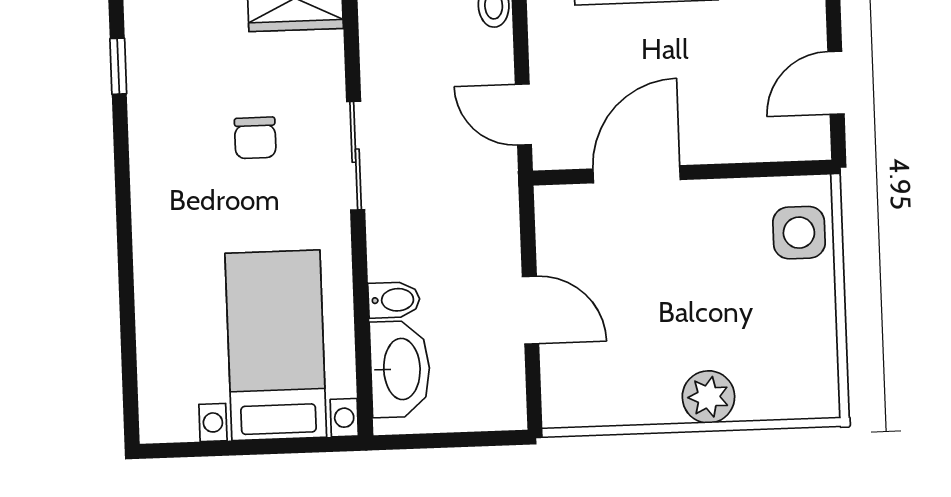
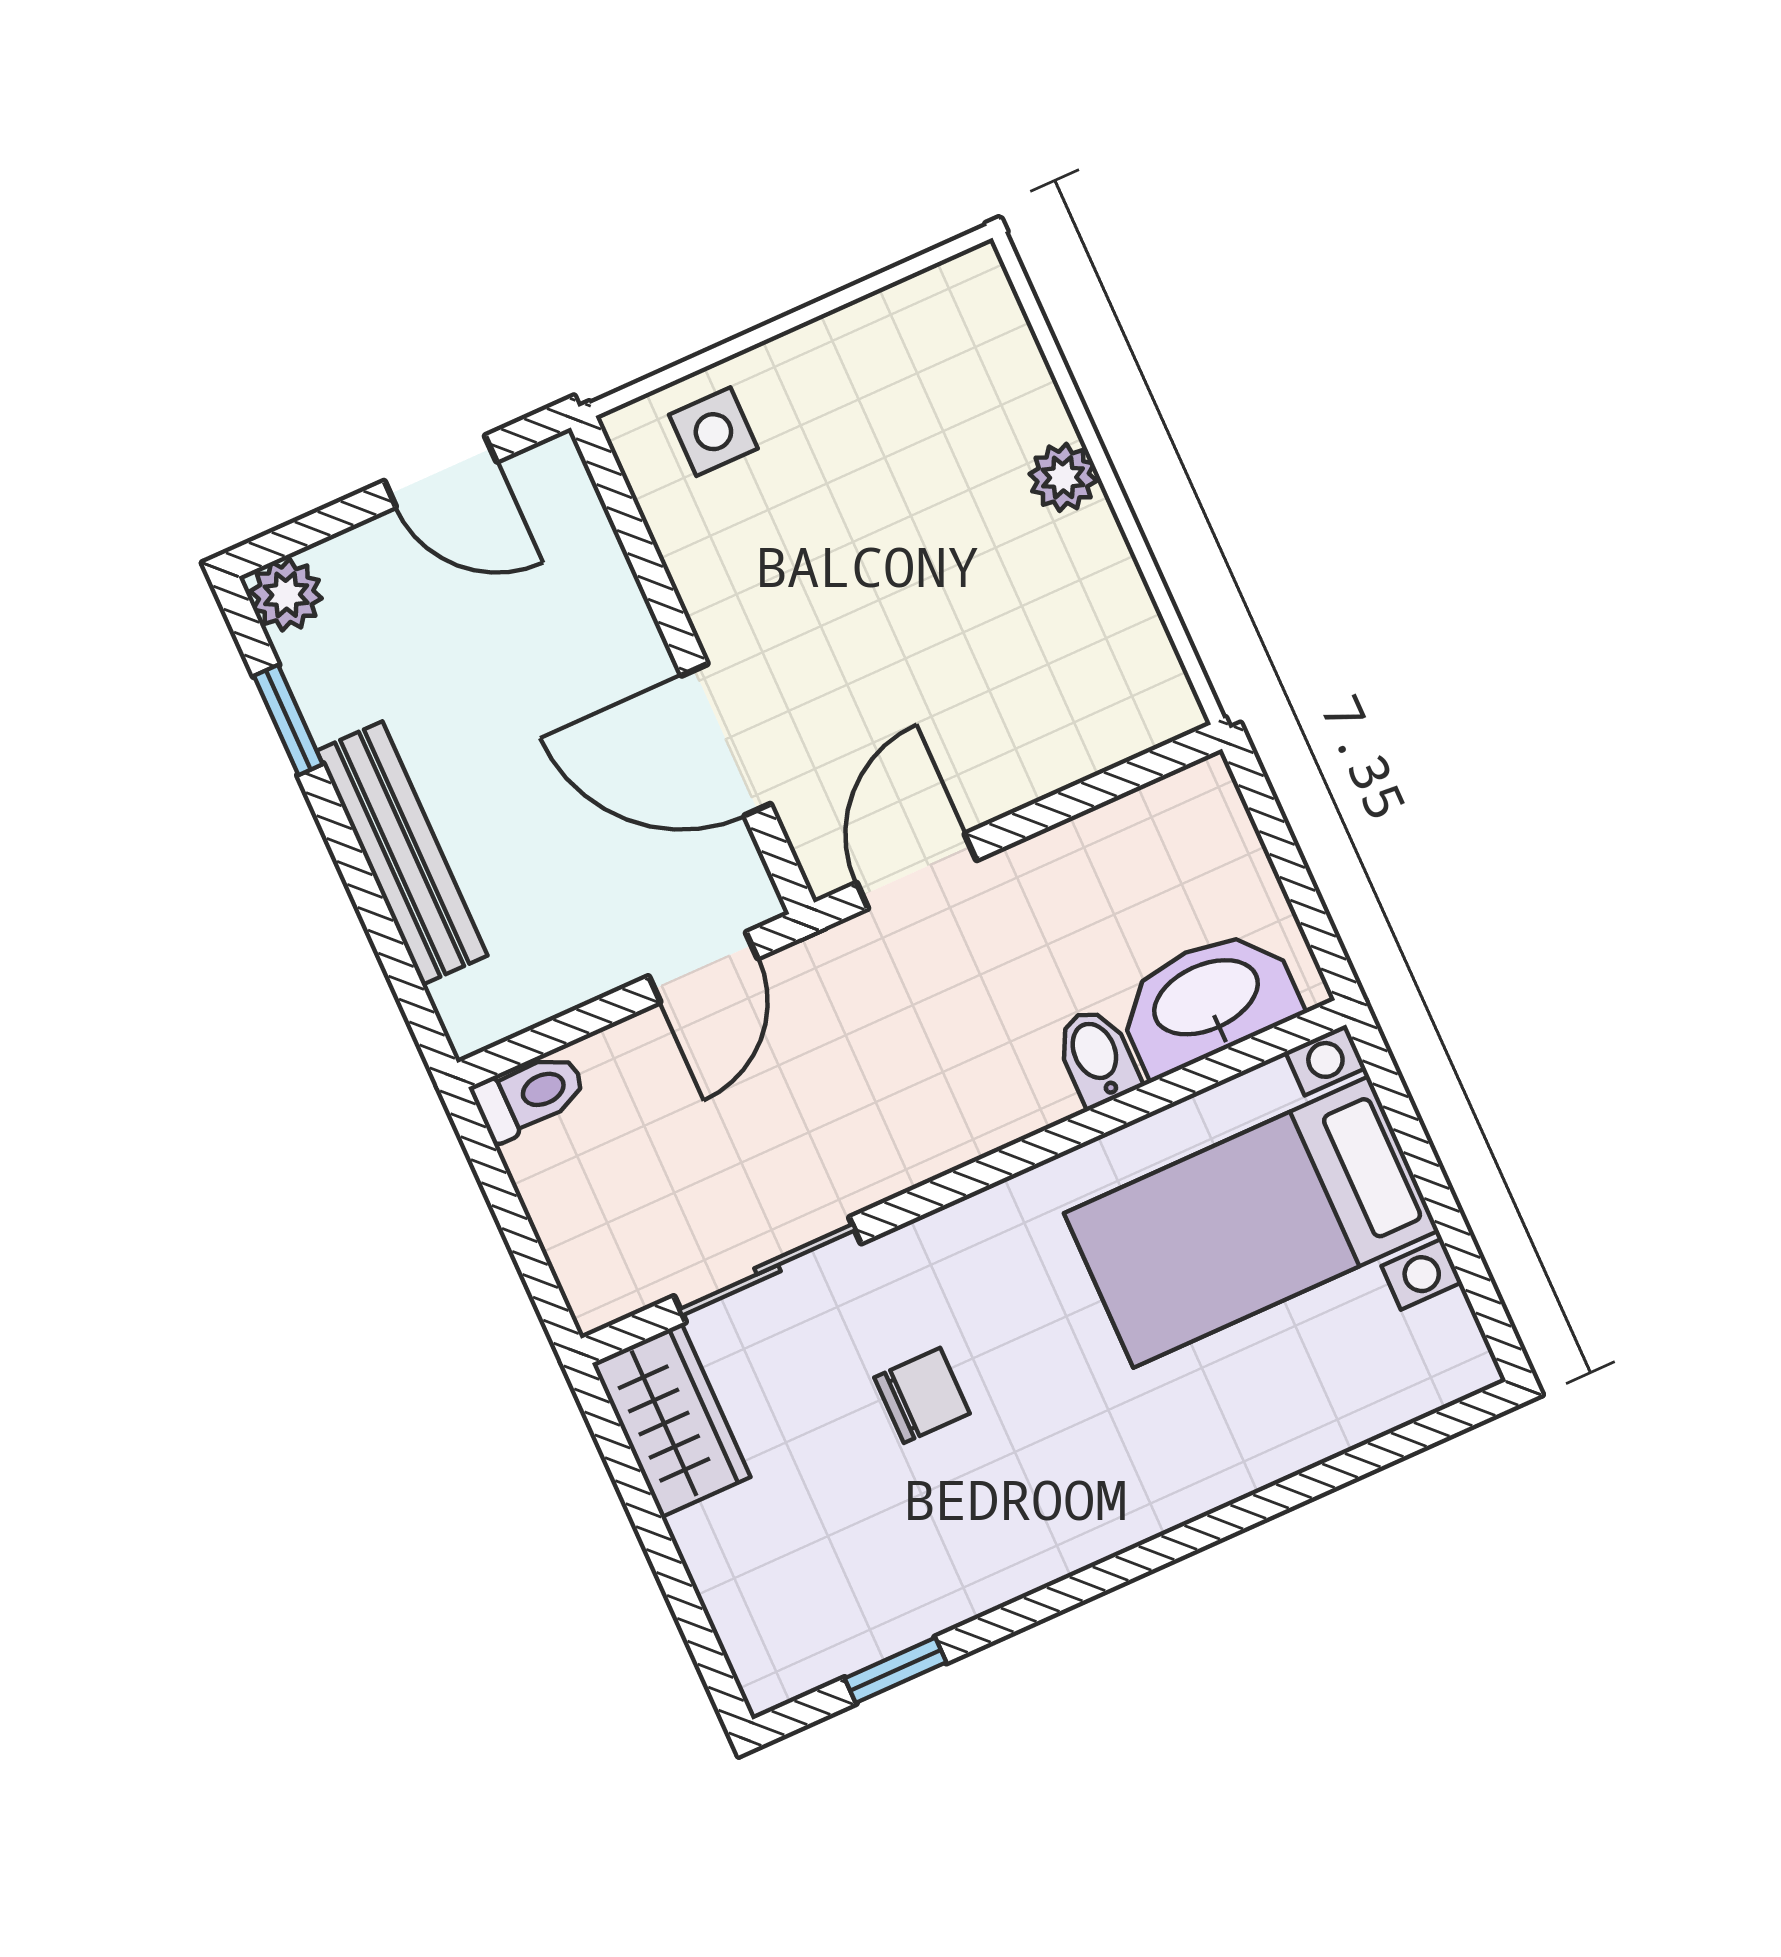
sliding door: (356, 156) -> (767, 1270), moved
side table: (799, 233) -> (713, 432), width x0.73, depth x0.73
door: (531, 310) -> (916, 871), moved
plant: (708, 397) -> (1063, 477), width x0.73, depth x0.73

